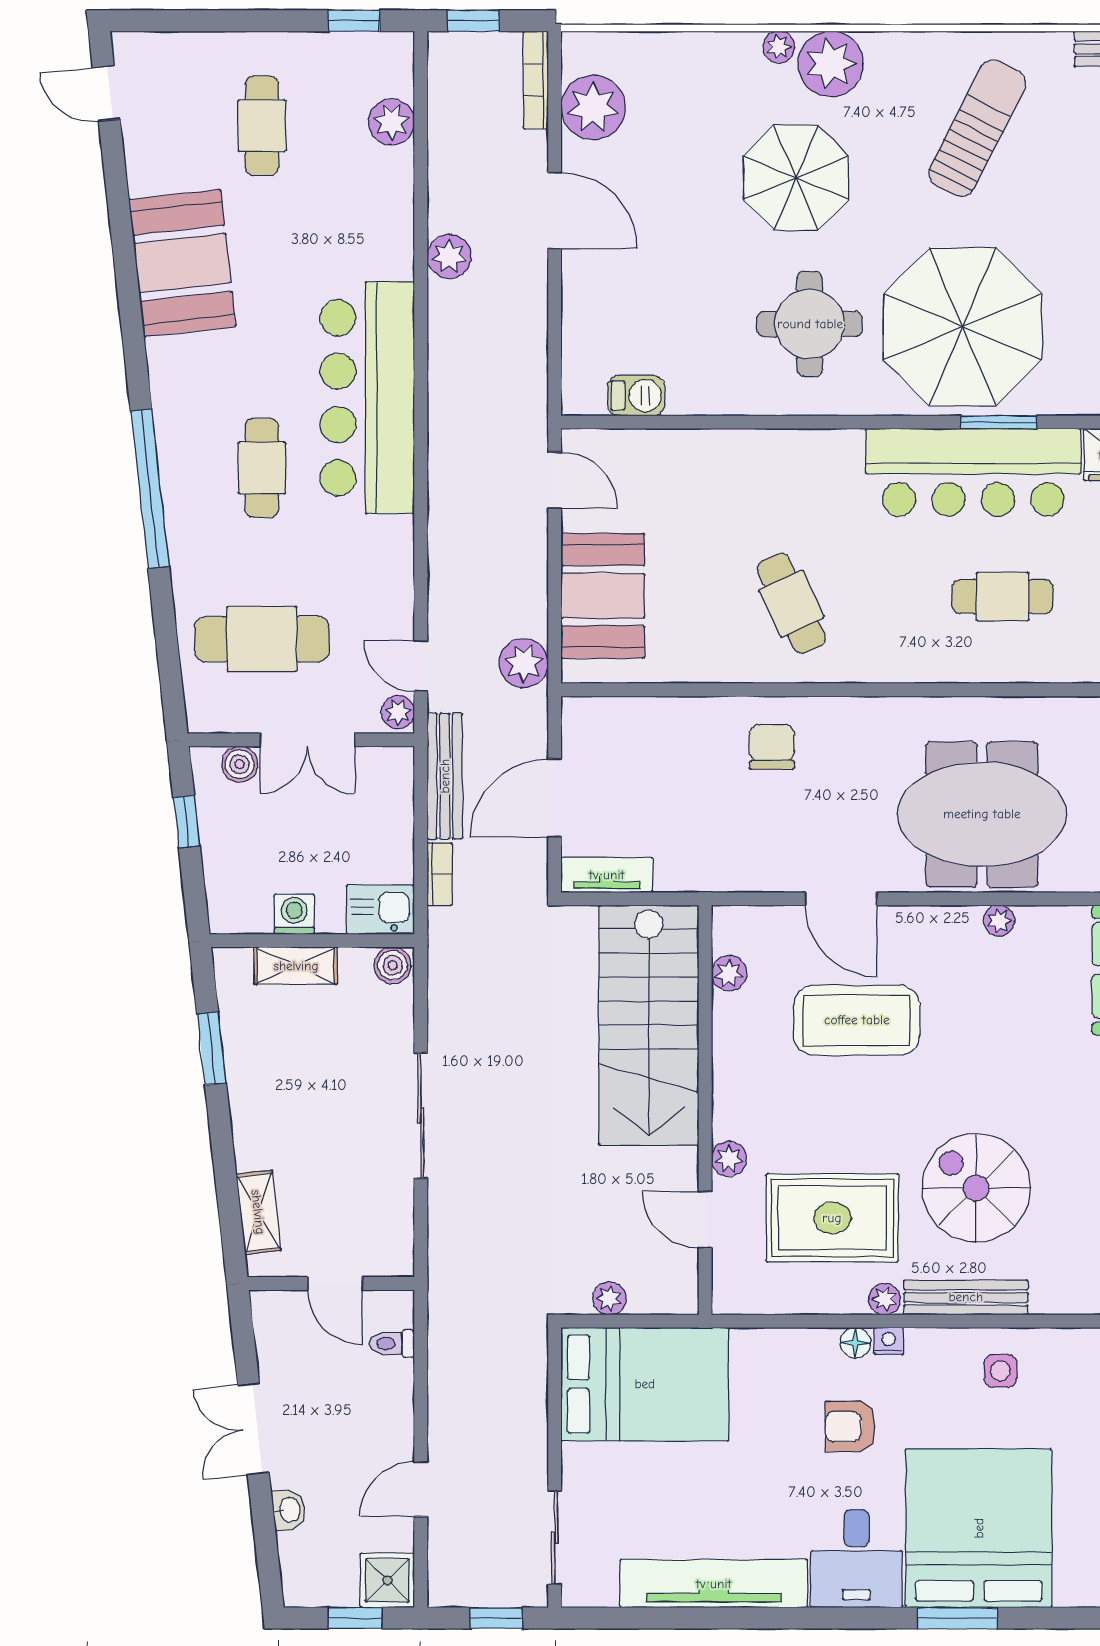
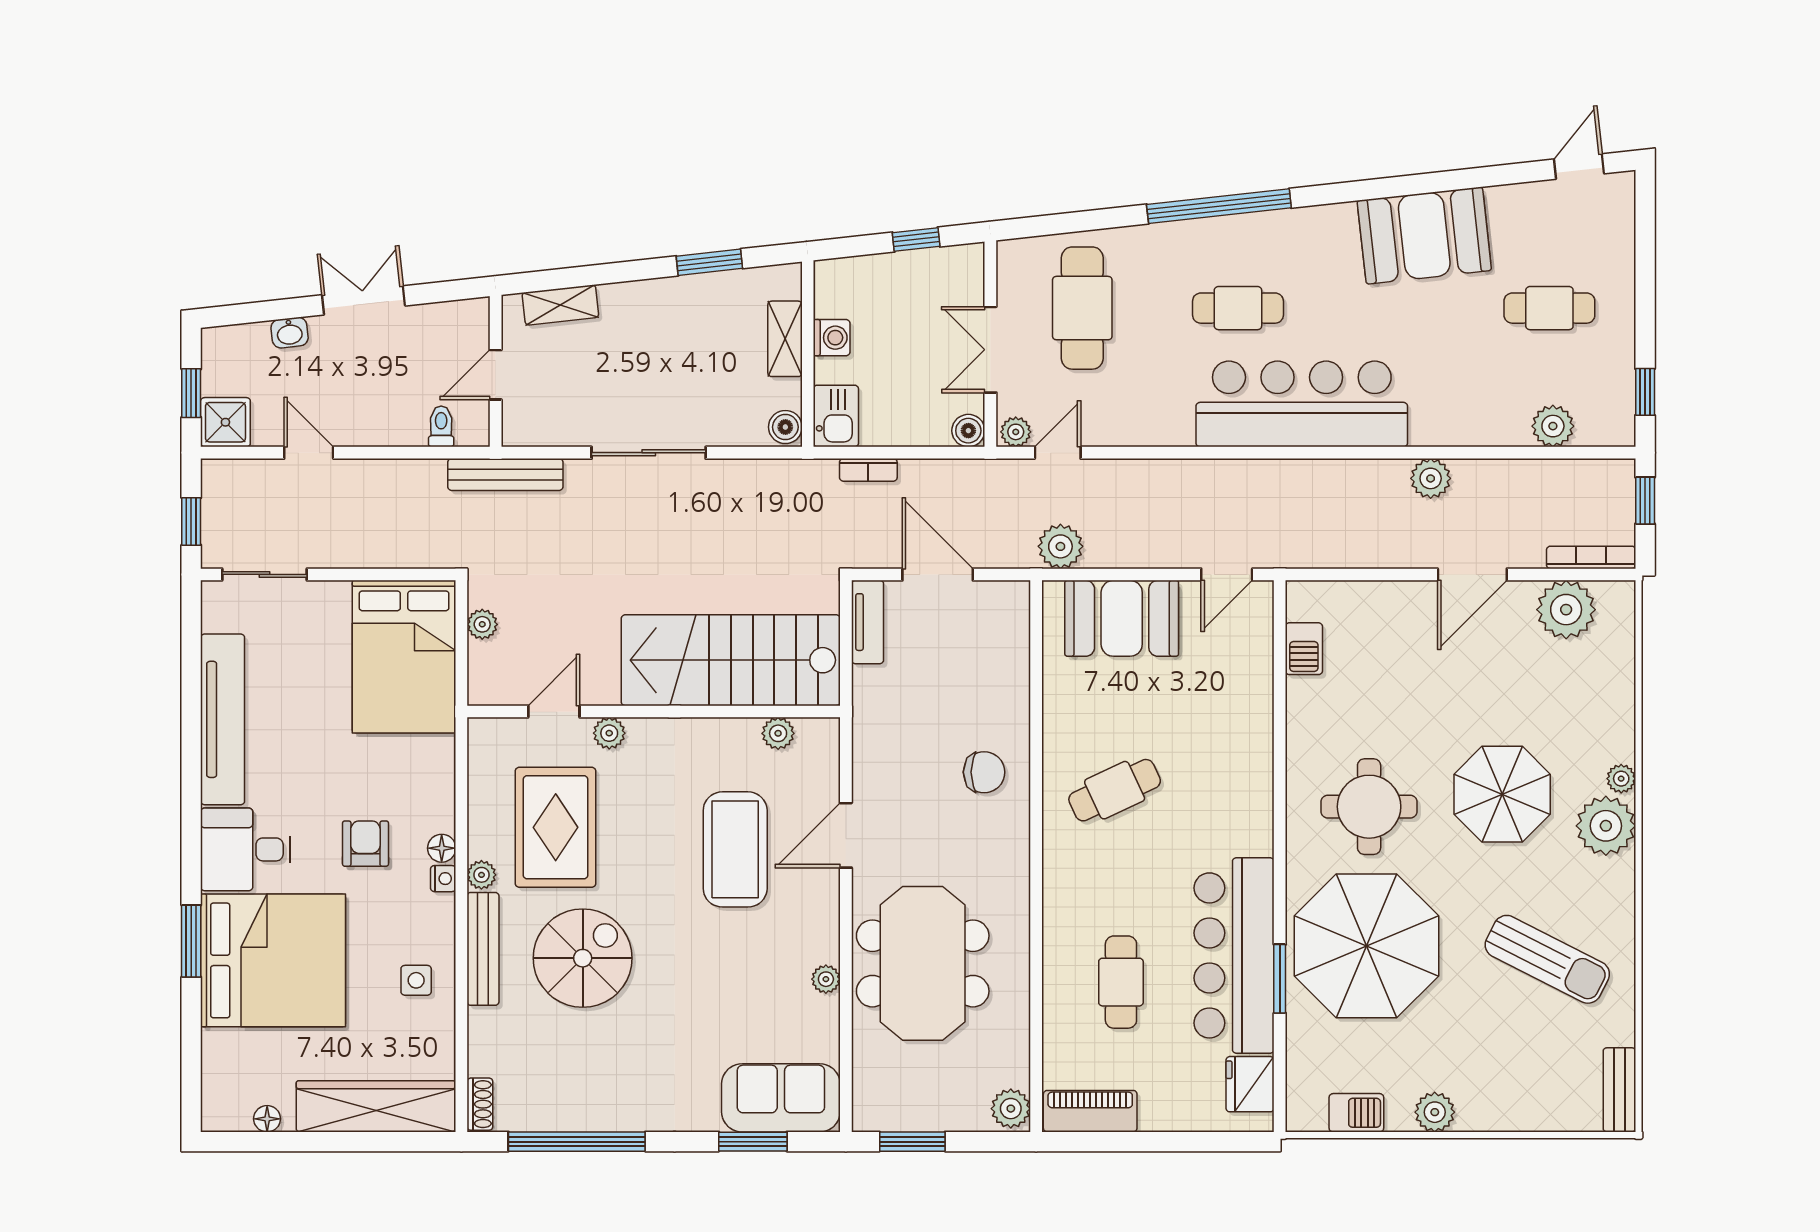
boiler: (240, 764) -> (968, 431), moved
bench: (445, 776) -> (505, 474), moved

